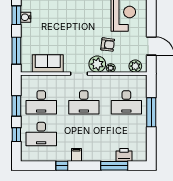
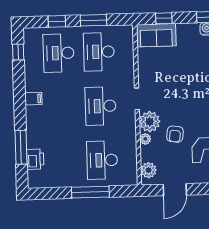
window: (16, 51) -> (164, 18), width x0.46
sofa: (48, 63) -> (156, 35), moved, turned 90
window: (62, 166) -> (18, 52), moved

